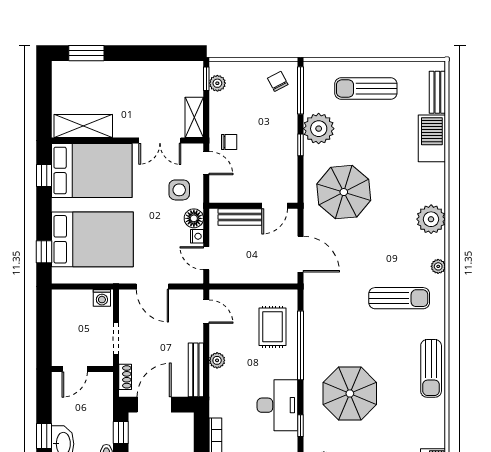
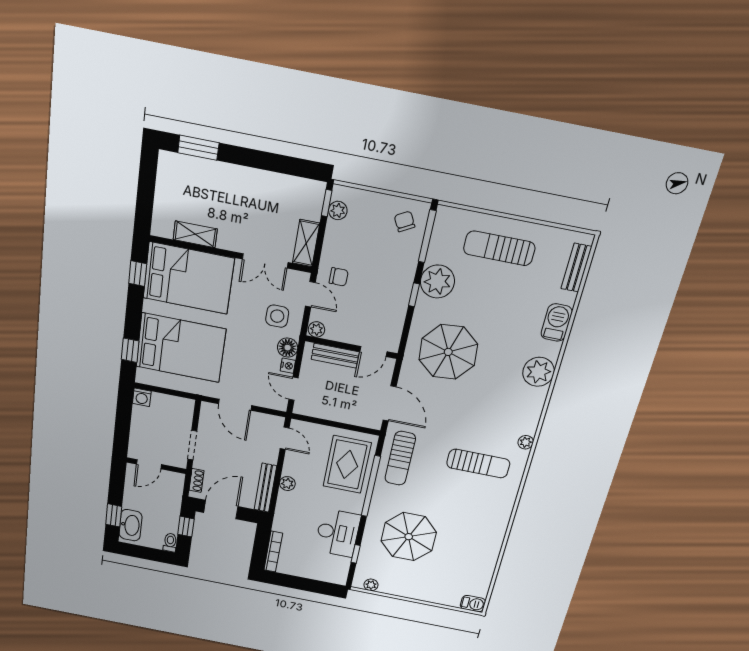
shelving: (83, 126) -> (195, 234), width x0.67, depth x0.75
barbecue: (432, 138) -> (557, 323), width x0.73, depth x0.83
plant: (218, 195) -> (316, 329), added
plant: (431, 219) -> (539, 372), moved
washing machine: (102, 298) -> (142, 397), moved
rug: (272, 327) -> (347, 465), width x1.36, depth x1.43
sun lounger: (431, 368) -> (400, 458), moved

